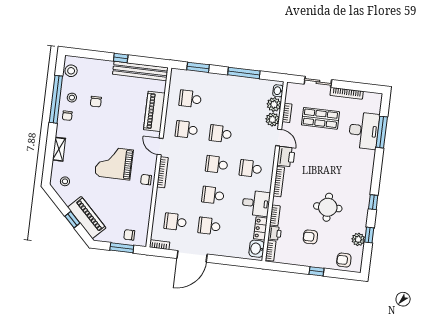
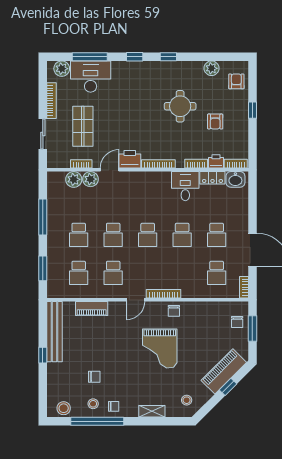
washbasin: (278, 91) -> (58, 177), removed
plant: (374, 106) -> (62, 69), added
piano: (154, 111) -> (92, 309), width x0.73, depth x0.75
school desk: (251, 169) -> (79, 235), moved
window: (369, 235) -> (135, 57), moved
armchair: (344, 260) -> (236, 81), turned 180

